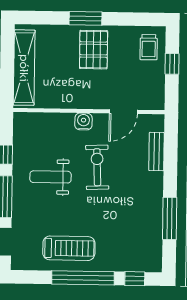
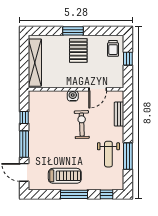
weight bench: (51, 177) -> (108, 154), moved, turned -90
window: (83, 278) -> (74, 194), width x0.68

